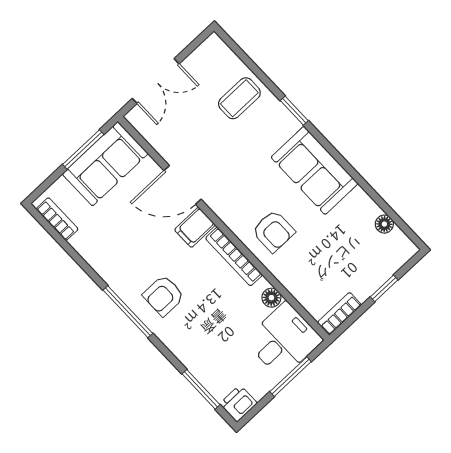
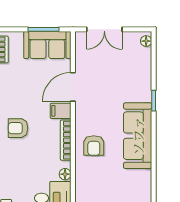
coffee table: (239, 98) -> (134, 72), removed
sofa: (315, 170) -> (138, 136), width x1.36
door: (183, 185) -> (73, 87), hinge flipped
floor lamp: (384, 224) -> (146, 41), moved

